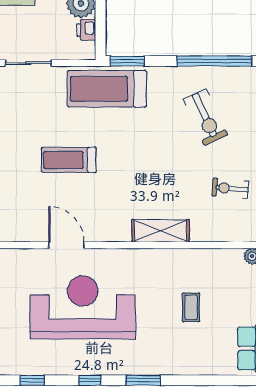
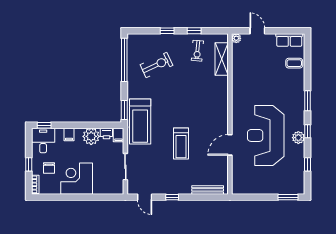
filing cabinet: (84, 51) -> (119, 135), added
shelving: (161, 231) -> (222, 59), moved
coffee table: (191, 307) -> (294, 63), moved
plant: (79, 364) -> (298, 138), added

